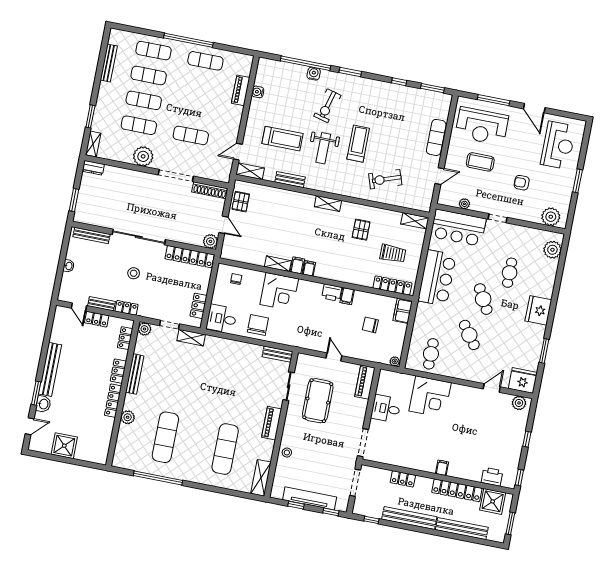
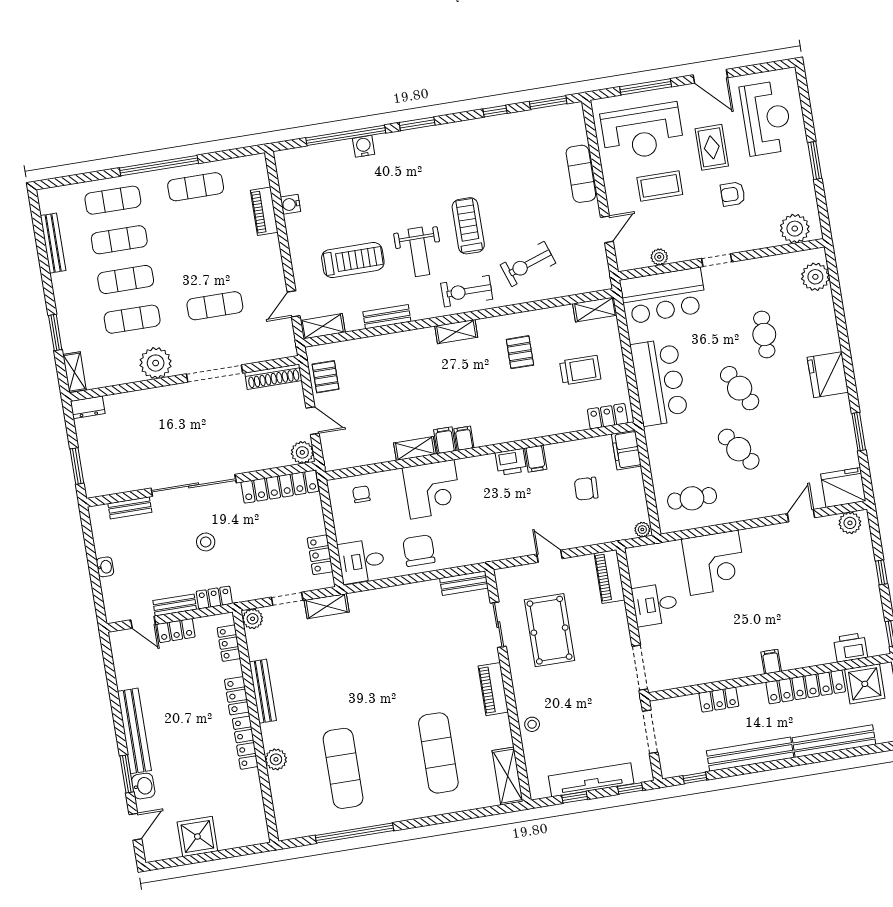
exercise bike: (327, 106) -> (467, 291), moved, turned 75
rug: (519, 150) -> (712, 147), added
bench: (91, 235) -> (130, 508), width x0.73
locker: (392, 285) -> (608, 416), width x0.66
cafe table: (431, 354) -> (692, 498), turned 90

